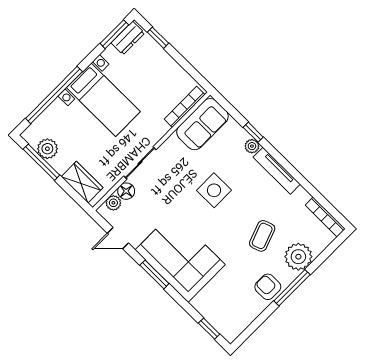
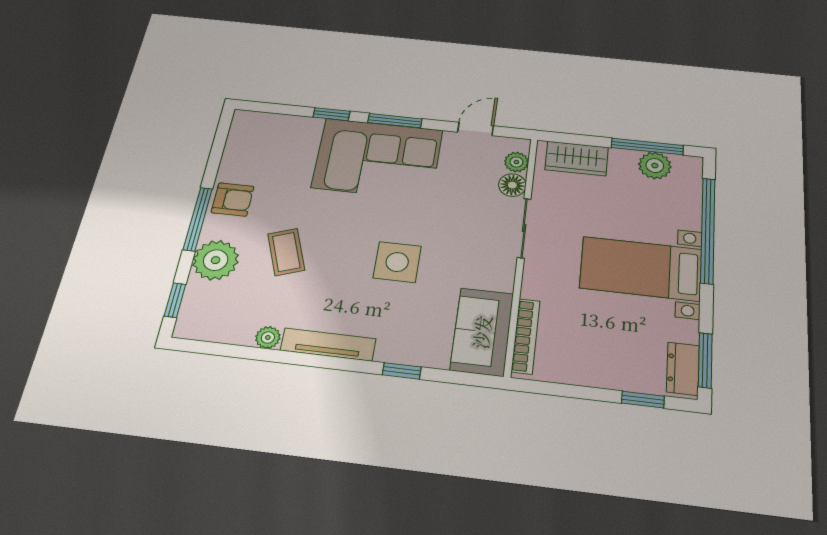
plant: (252, 146) -> (268, 338), moved
bookcase: (325, 217) -> (212, 333), removed
window: (331, 248) -> (175, 300), added
window: (209, 329) -> (331, 114), moved

